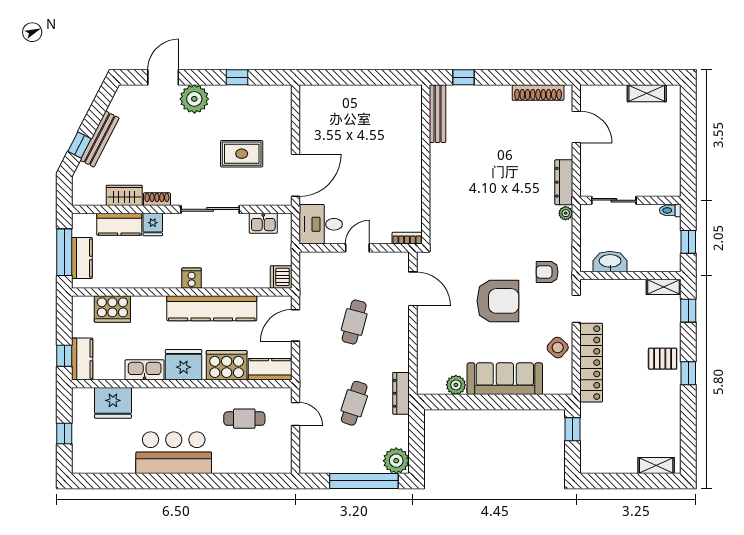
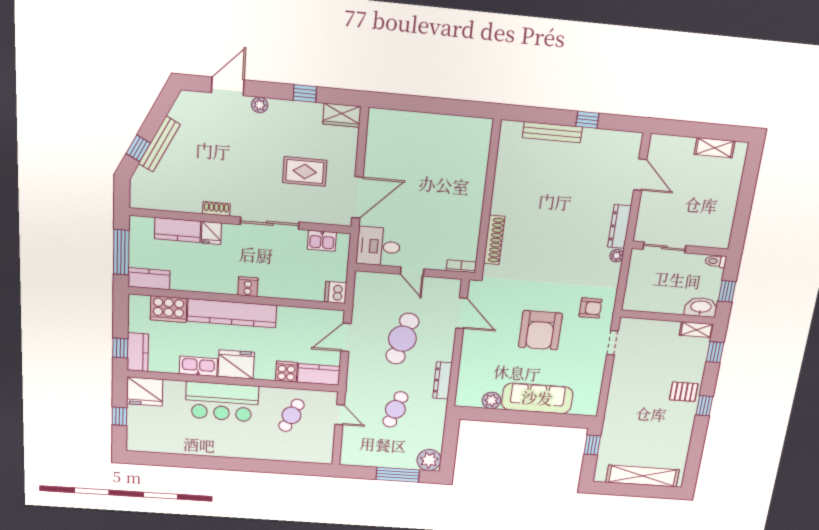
window: (464, 77) -> (587, 120), moved
shoe rack: (538, 92) -> (494, 240), moved, turned -90
plant: (194, 99) -> (260, 105), width x0.53, depth x0.53
bench: (438, 114) -> (552, 132), moved, turned 90
wardrobe: (124, 195) -> (342, 115), moved, turned 180
door: (357, 248) -> (412, 272), swing flipped
kitchen counter: (82, 258) -> (149, 279), moved, turned -90
washbasin: (610, 261) -> (701, 307), moved
armchair: (547, 272) -> (591, 308), turned 180
armchair: (498, 301) -> (540, 330), turned 90
kitchen counter: (212, 308) -> (232, 313), moved
cafe table: (354, 322) -> (402, 339), width x1.37, depth x1.35
side table: (558, 348) -> (590, 375), removed
locker: (591, 363) -> (618, 390), removed
cooker: (227, 365) -> (286, 372), width x0.53, depth x0.76
dresser: (401, 393) -> (442, 380), moved
fridge: (113, 403) -> (145, 392), moved
cafe table: (244, 419) -> (291, 415), turned -66
bar counter: (174, 453) -> (222, 402), moved, turned 180
shelving: (656, 466) -> (643, 476), width x2.20, depth x1.33
window: (364, 481) -> (398, 475), width x0.68

